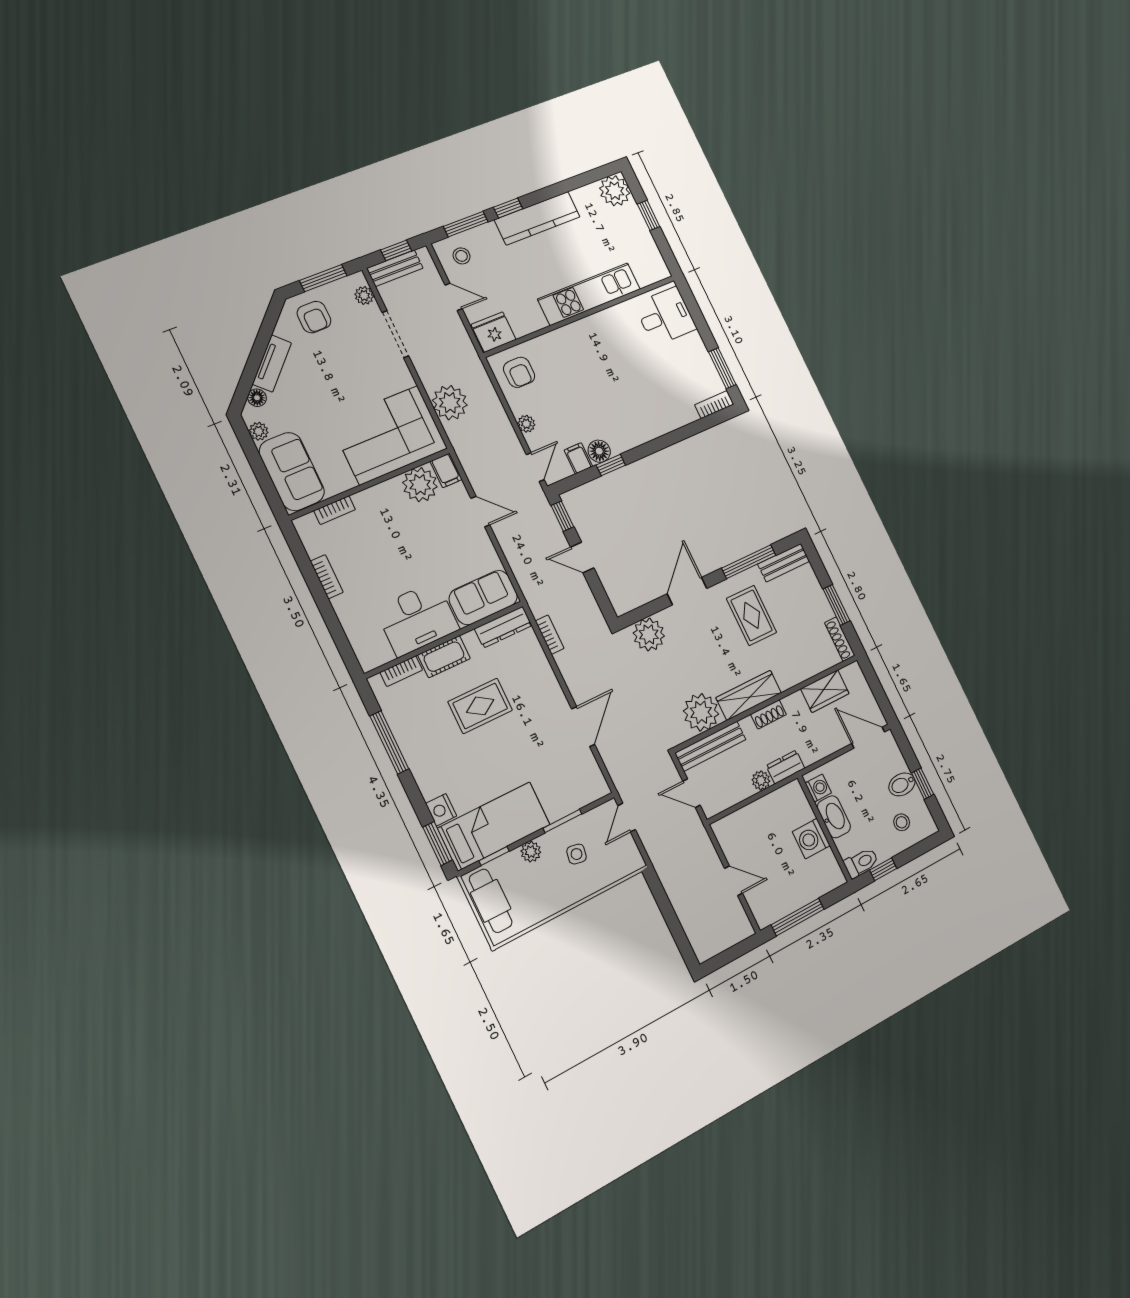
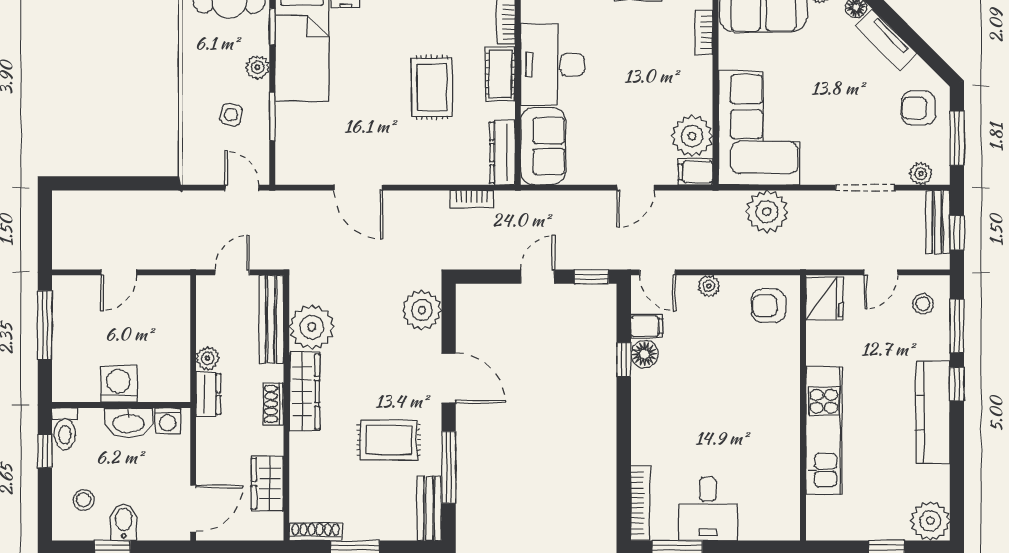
desk: (665, 316) -> (708, 509), moved
bookcase: (714, 405) -> (640, 503), width x1.56

